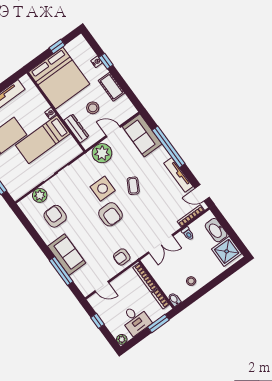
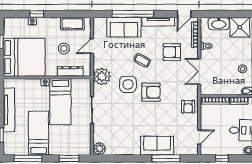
cot: (112, 87) -> (72, 24), moved
sofa: (142, 135) -> (124, 27), moved
plant: (102, 153) -> (102, 76), moved
plant: (40, 195) -> (99, 149), moved
armchair: (55, 216) -> (172, 52), moved
double door: (161, 244) -> (199, 71), swing flipped

